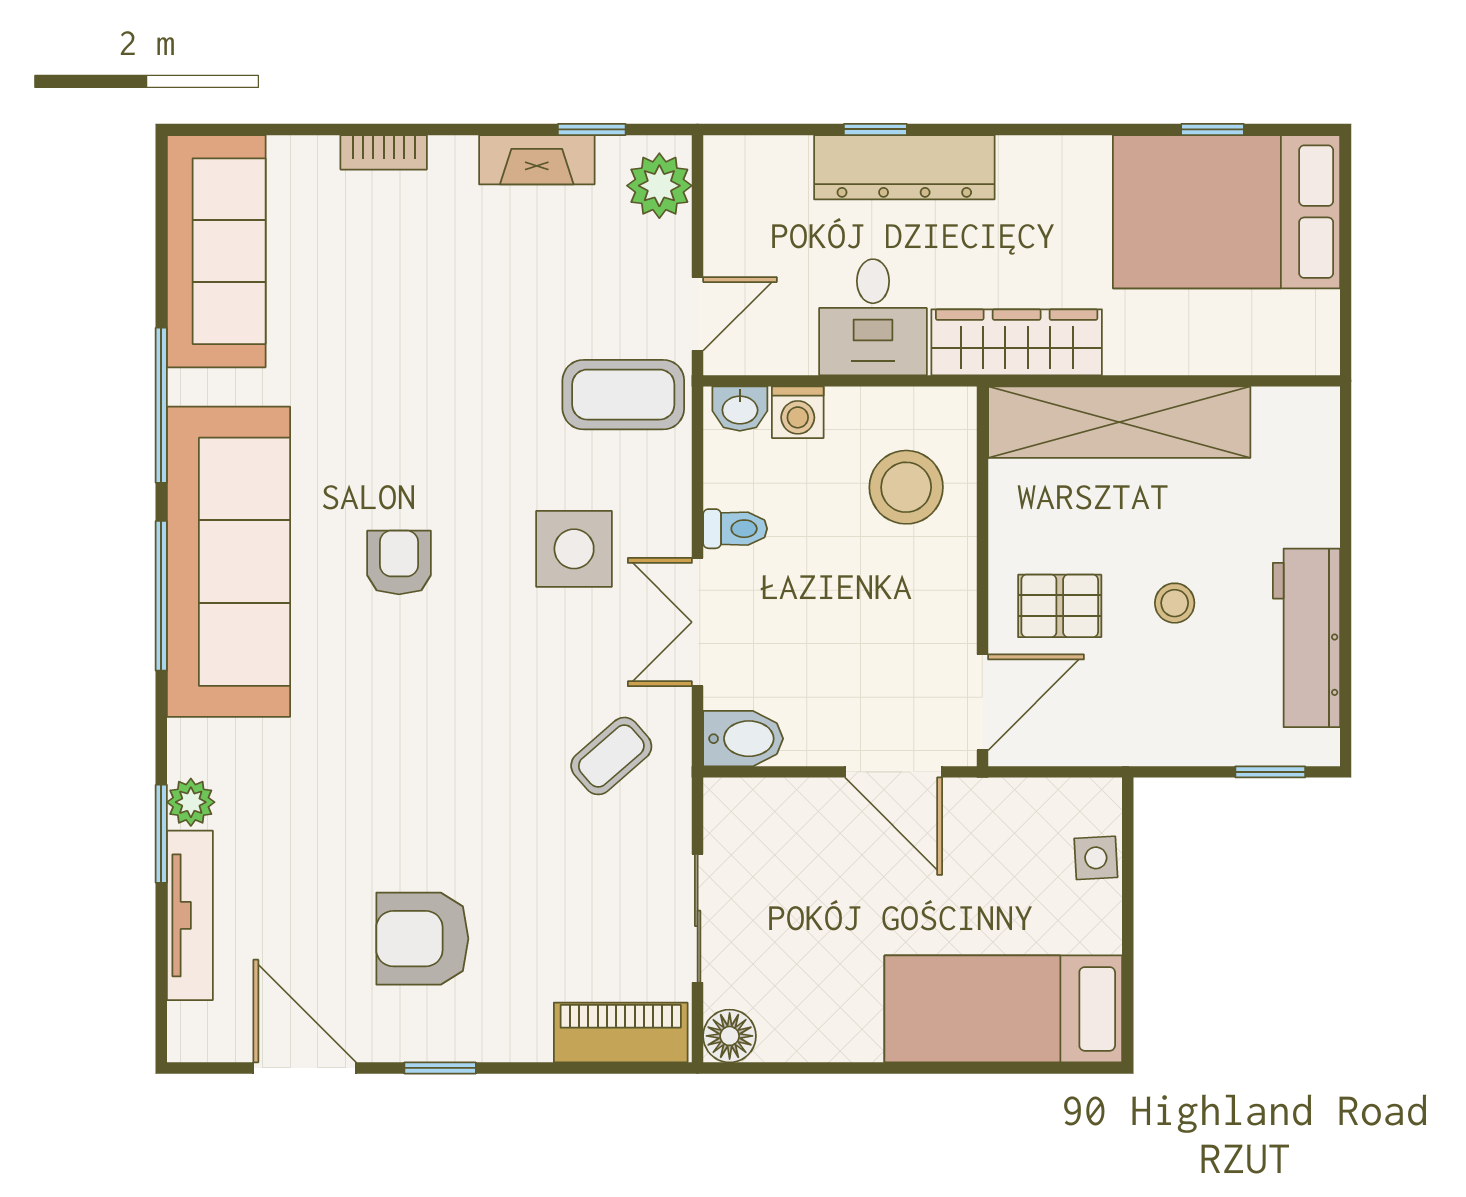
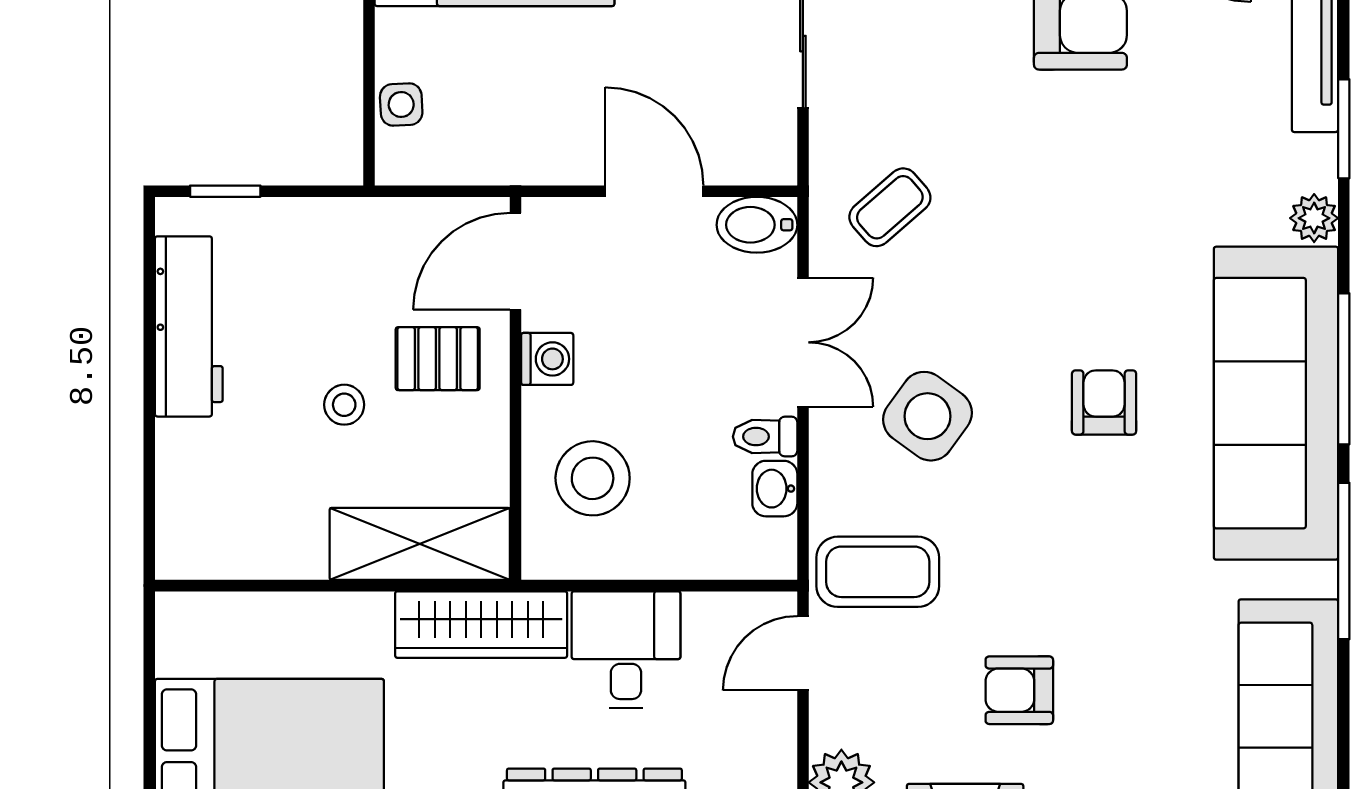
armchair: (483, 277) -> (1019, 690), added
washbasin: (740, 409) -> (775, 489), moved, turned -90
washing machine: (798, 412) -> (547, 359), moved, turned 90
shelving: (1119, 422) -> (420, 544), width x0.68
side table: (574, 549) -> (928, 416), turned 36
armchair: (399, 562) -> (1104, 402), turned 180
stool: (1175, 603) -> (344, 405), moved
door: (893, 772) -> (654, 191), moved
plant: (191, 802) -> (1314, 218), moved

